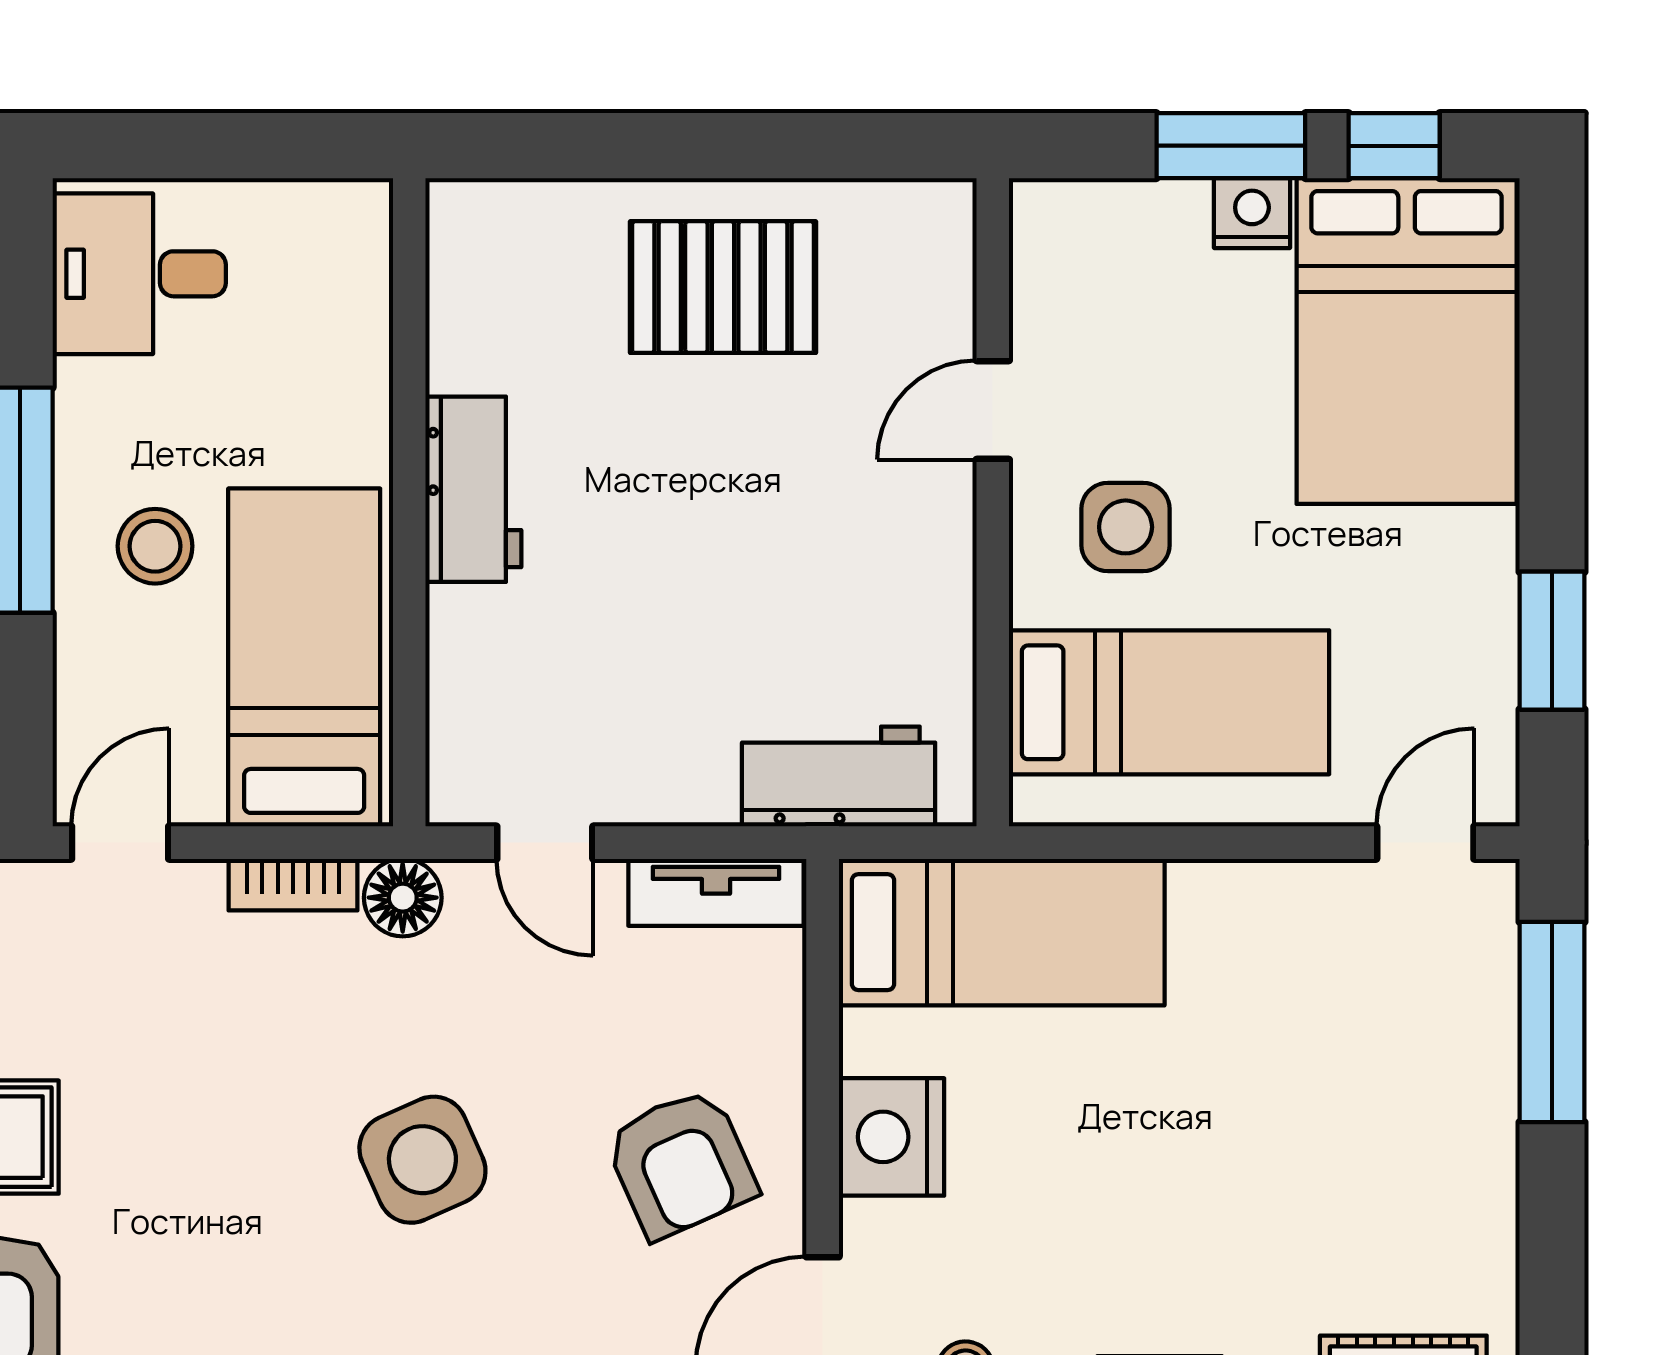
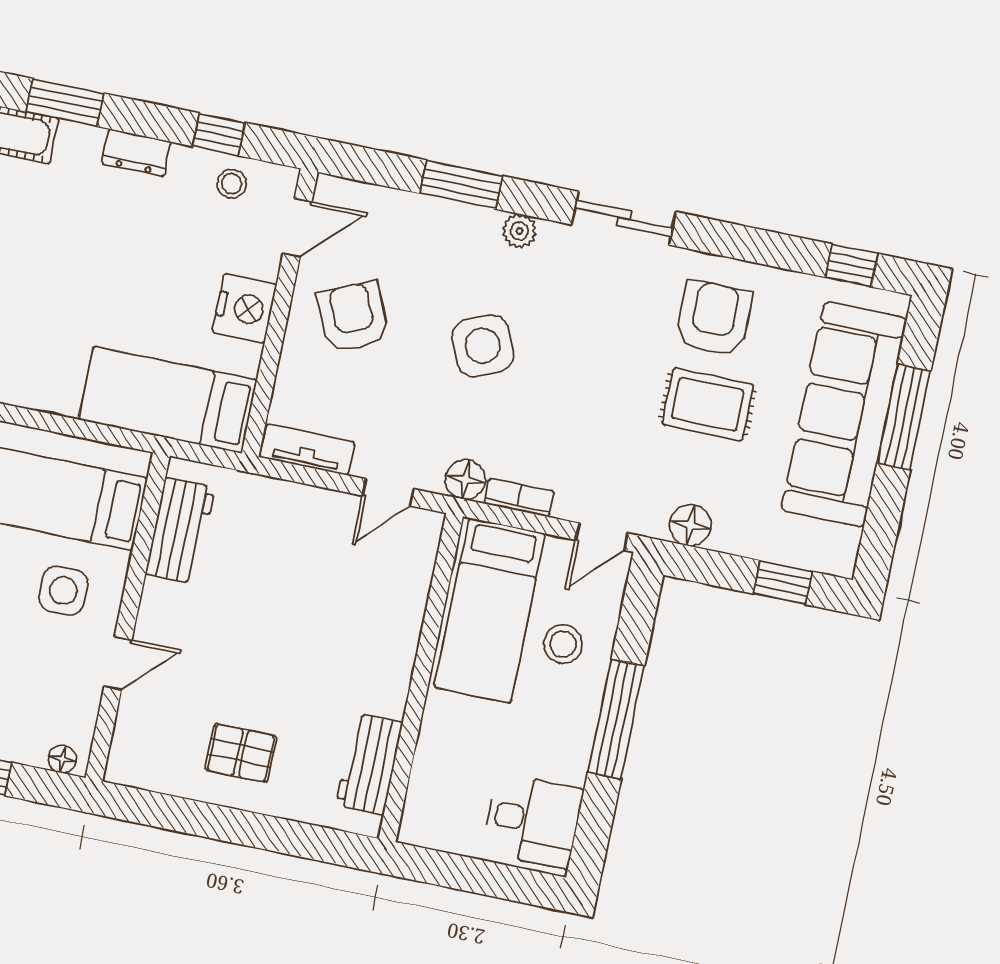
floor lamp: (1061, 205) -> (62, 759), added
pallet: (723, 287) -> (241, 753), width x0.67, depth x0.71
workbench: (473, 489) -> (369, 764), moved
stool: (155, 546) -> (563, 644), moved
workbench: (839, 776) -> (180, 531), moved, turned -90
door: (545, 843) -> (388, 492), swing flipped

